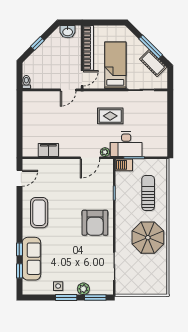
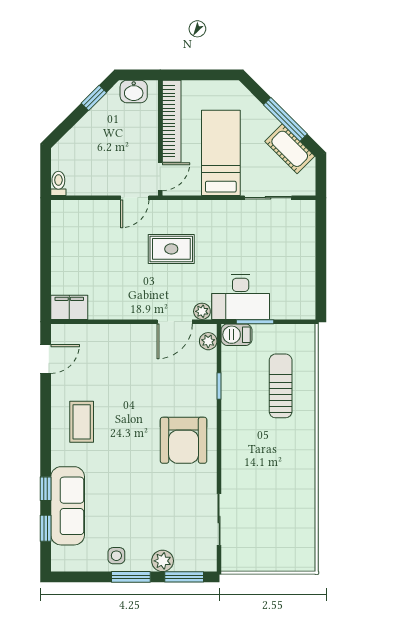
window: (37, 43) -> (94, 98), moved
rug: (110, 116) -> (171, 249), moved
filing cabinet: (48, 150) -> (69, 307), moved
plant: (108, 168) -> (208, 341), added
coffee table: (39, 213) -> (82, 422), width x0.73, depth x0.76
parasol: (148, 238) -> (280, 467), removed

